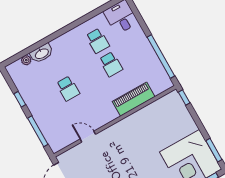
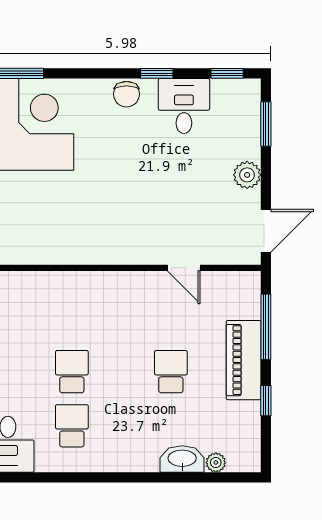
piano: (134, 99) -> (244, 360), moved, turned 90

